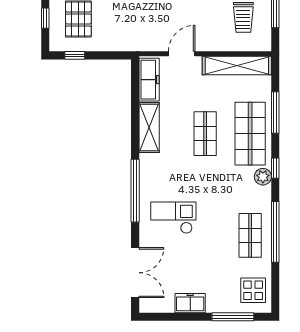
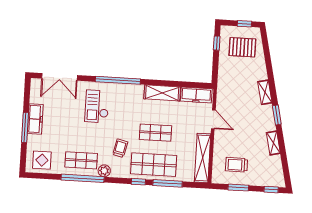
window: (275, 168) -> (138, 182), moved
plant: (263, 177) -> (104, 171), moved
trolley: (230, 182) -> (120, 148), added
checkout: (173, 218) -> (97, 106), turned 180
freezer: (190, 303) -> (35, 119), width x1.40
window: (233, 317) -> (25, 127), moved

